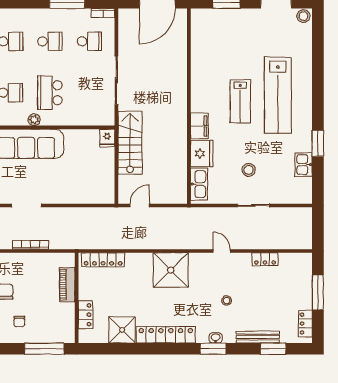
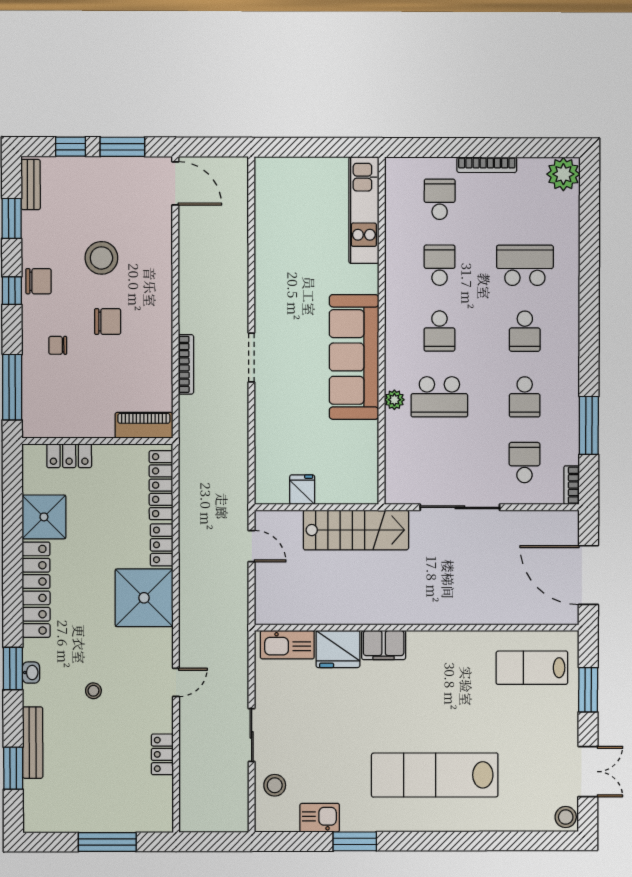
school desk: (89, 41) -> (525, 463), turned 180
school desk: (50, 93) -> (439, 397), turned 180
lab bench: (240, 101) -> (532, 668), moved
plant: (34, 120) -> (394, 400), moved
fridge: (107, 138) -> (302, 490), moved, turned 90
stool: (249, 170) -> (275, 785), moved
piano: (67, 285) -> (144, 425), moved
locker: (305, 324) -> (162, 545), moved, turned -90

